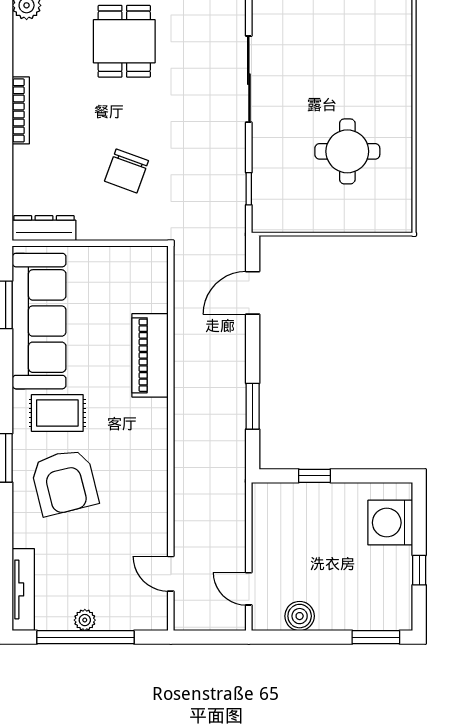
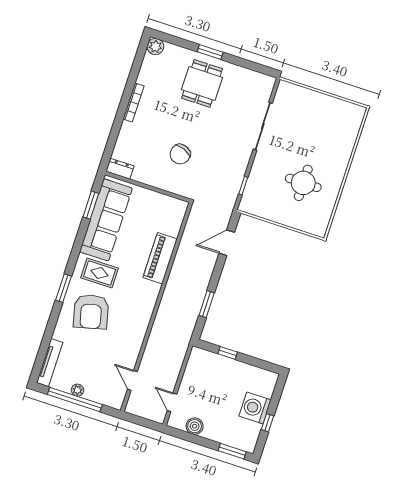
dresser: (44, 228) -> (120, 169), width x0.70
washing machine: (390, 523) -> (255, 408), moved

